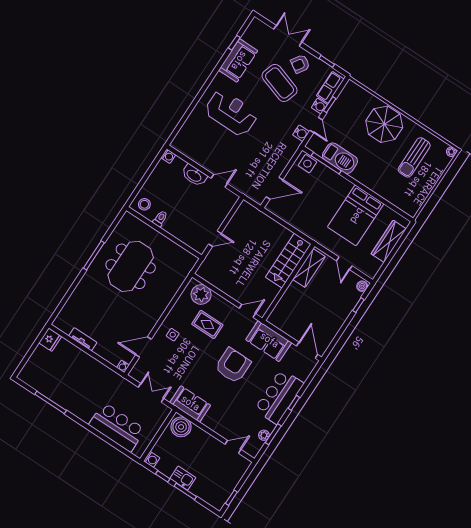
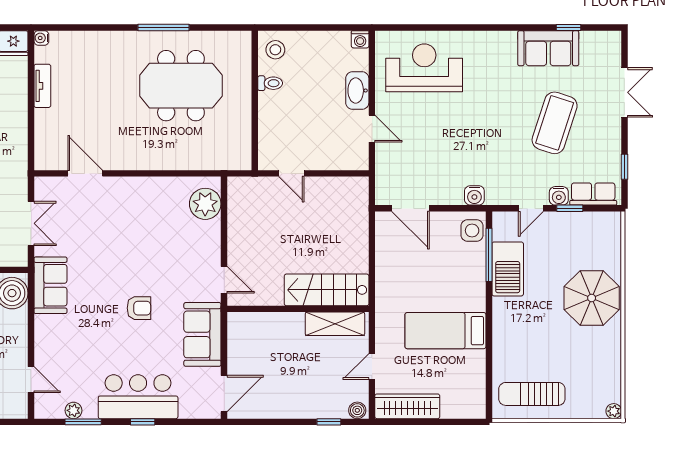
armchair: (300, 64) -> (598, 134), removed
reception desk: (231, 113) -> (424, 68), moved, turned -90
water cooler: (301, 133) -> (474, 195), moved
sun lounger: (414, 157) -> (532, 394), moved
bed: (356, 215) -> (445, 331), width x0.67
wardrobe: (389, 241) -> (407, 406), moved
rug: (207, 324) -> (171, 238), removed
side table: (173, 335) -> (127, 201), removed
armchair: (233, 365) -> (139, 308), width x0.53, depth x0.53
water cooler: (123, 366) -> (41, 38), moved

